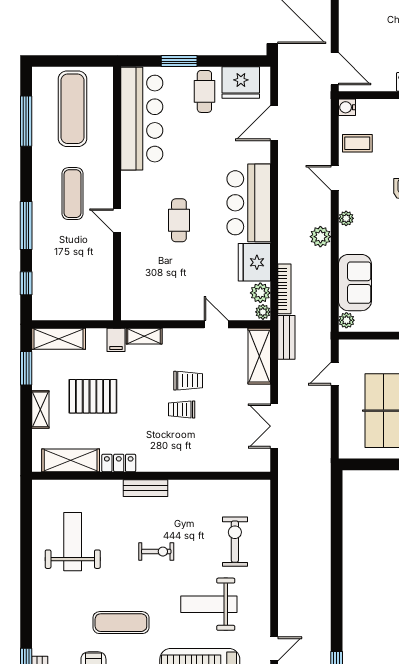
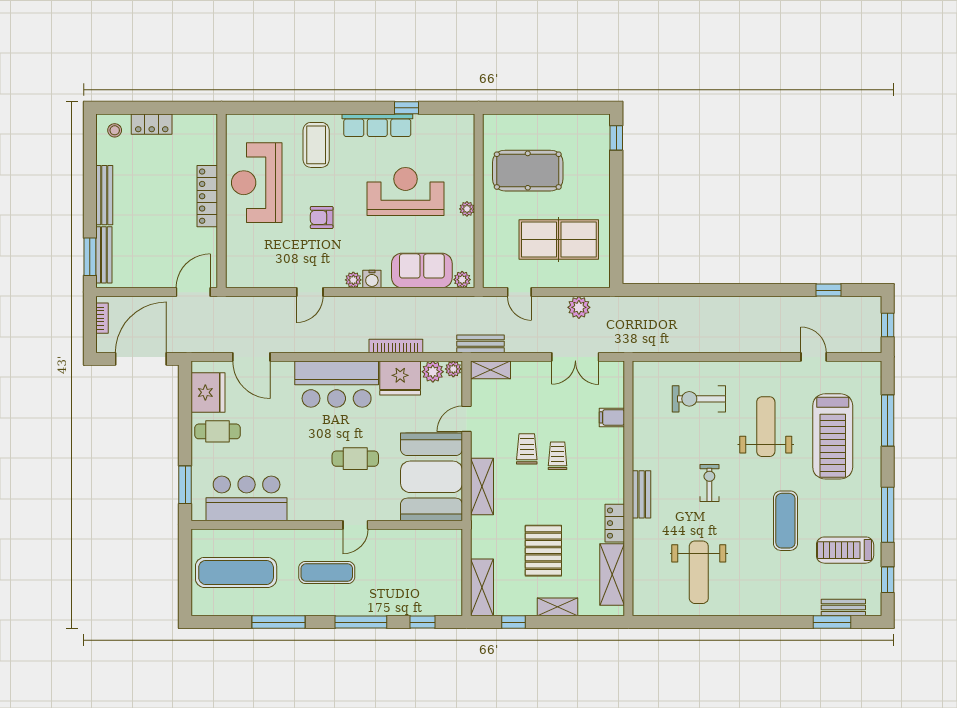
window: (179, 61) -> (185, 485), moved
water cooler: (347, 107) -> (372, 279), moved
bar counter: (142, 119) -> (247, 498), width x0.73
window: (26, 121) -> (279, 622), moved
coffee table: (357, 143) -> (273, 268), removed
plant: (320, 237) -> (579, 307), moved
bookcase: (284, 289) -> (396, 346), moved
booth: (162, 292) -> (432, 477), added
shelving: (144, 336) -> (482, 486), width x1.50, depth x1.33
filing cabinet: (116, 340) -> (612, 417), moved, turned 180
shelving: (259, 356) -> (490, 370), width x0.67, depth x0.75
window: (26, 368) -> (514, 622), width x0.67
trolley: (182, 409) -> (558, 456), turned 180
weight bench: (73, 542) -> (699, 572), turned -90
weight bench: (209, 604) -> (766, 427), turned 180

